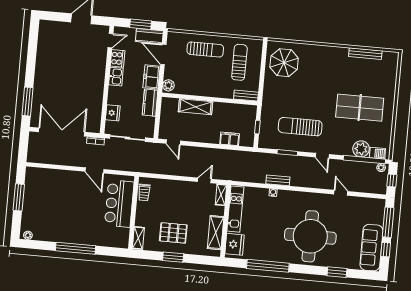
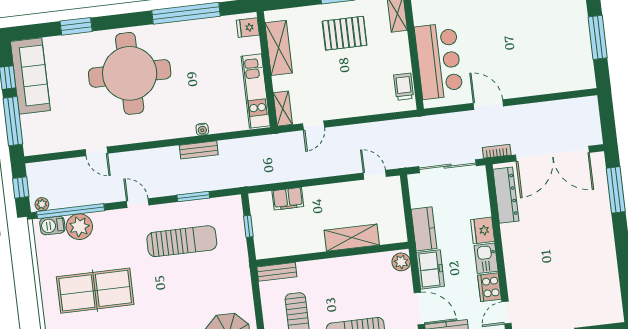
dresser: (96, 113) -> (506, 195), added
fridge: (113, 113) -> (483, 230), moved
fridge: (235, 244) -> (248, 28), width x0.53, depth x0.75

